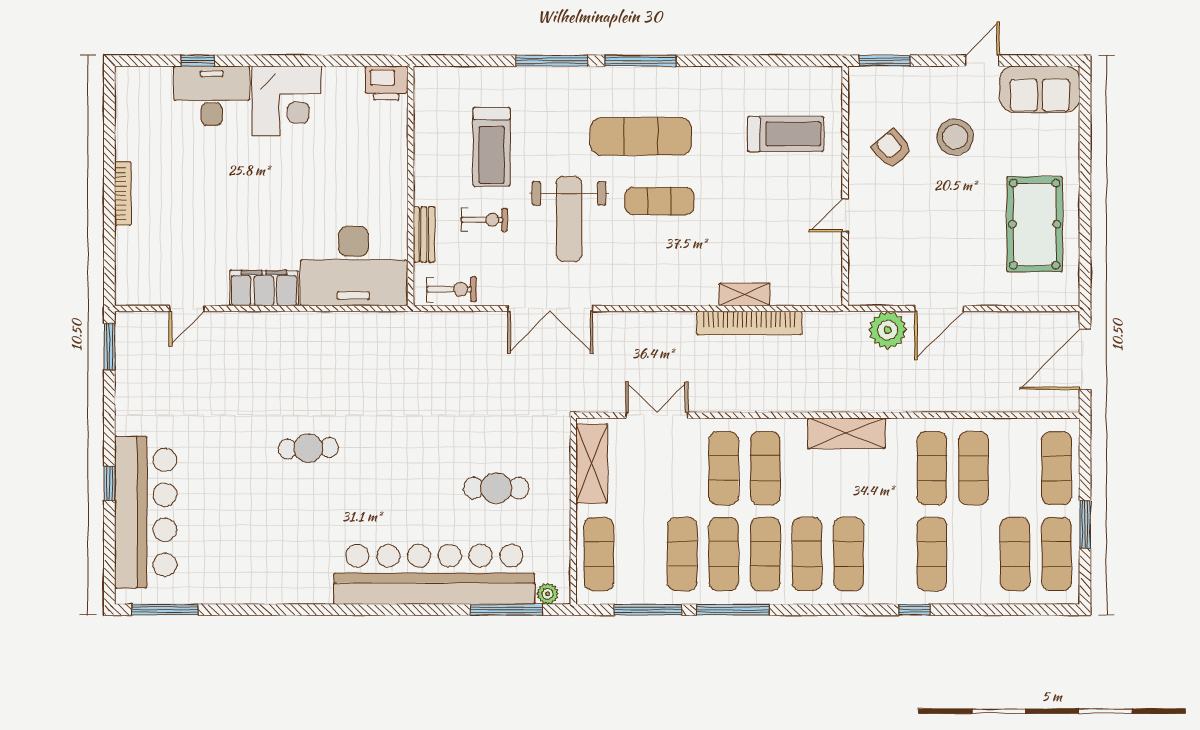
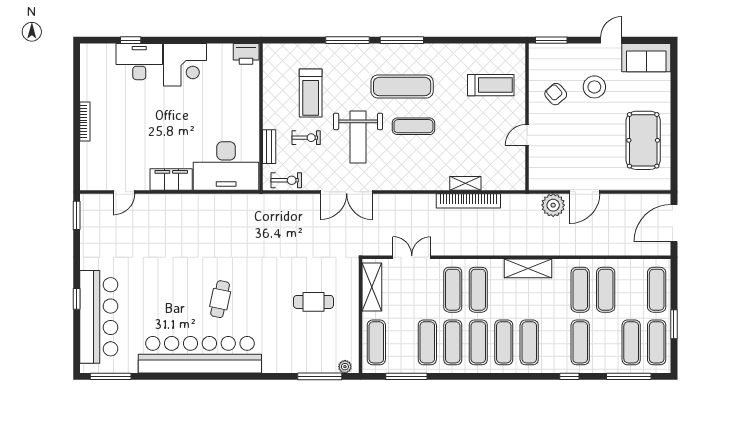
cafe table: (308, 448) -> (220, 299), moved, turned -76
bar counter: (434, 574) -> (200, 355), moved
window: (733, 610) -> (629, 376), moved

